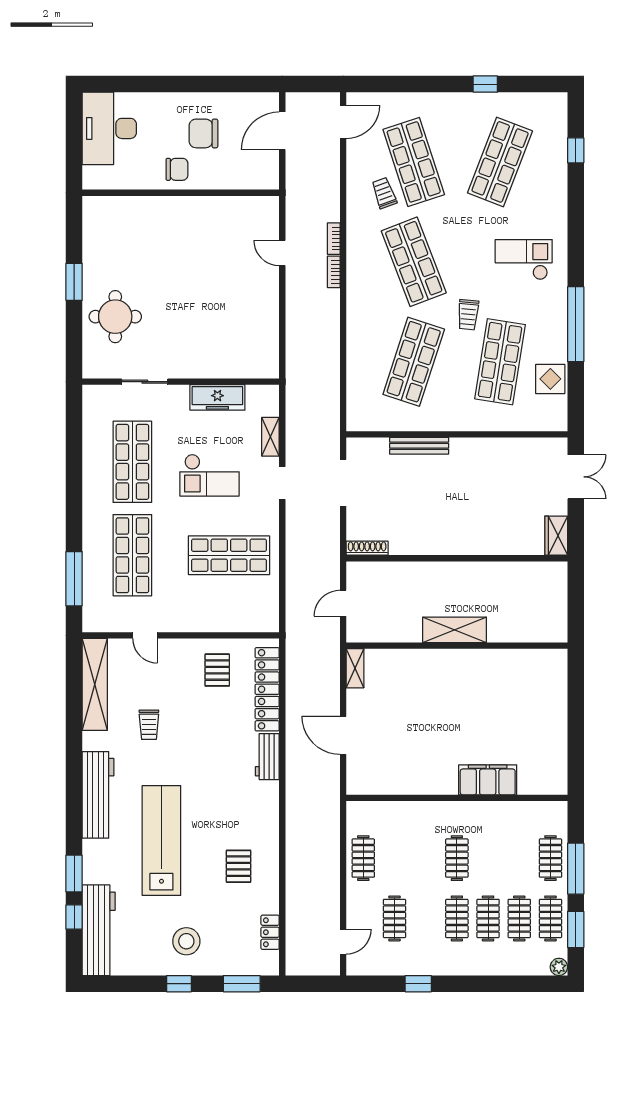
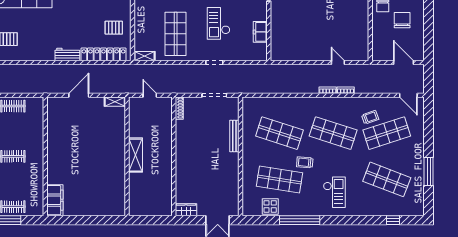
window: (485, 84) -> (429, 172), width x2.17
door: (282, 253) -> (338, 62), hinge flipped
shop shelf: (414, 262) -> (333, 133), turned 39
freezer: (217, 397) -> (260, 32), width x0.71
shelving: (270, 437) -> (144, 56), moved
filing cabinet: (488, 780) -> (55, 200), moved

